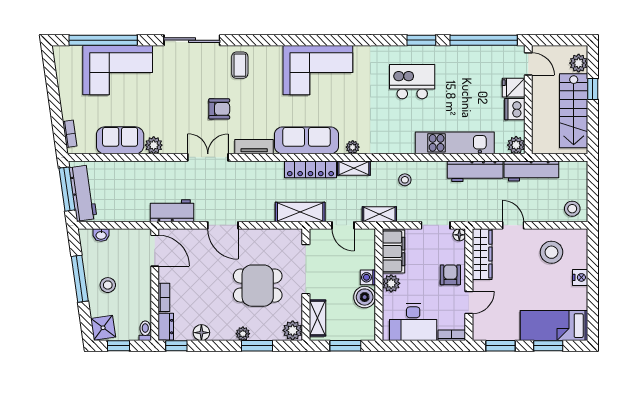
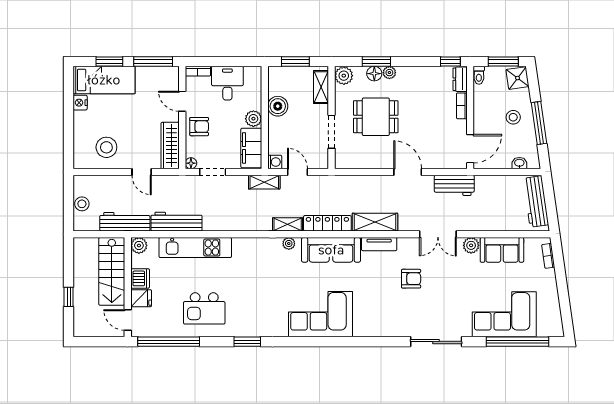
window: (421, 40) -> (247, 342), moved
plant: (579, 63) -> (82, 321), removed
coffee table: (240, 65) -> (392, 319), removed
kitchen island: (412, 82) -> (204, 308), moved
armchair: (219, 109) -> (411, 279), turned 180
stairs: (574, 111) -> (112, 271), moved, turned 180
double door: (208, 157) -> (438, 234), moved
stool: (405, 180) -> (241, 214), removed
window: (67, 189) -> (551, 205), removed
stool: (572, 209) -> (82, 204), moved
shelving: (300, 212) -> (375, 222), moved
door: (155, 251) -> (470, 149), swing flipped
doorway: (306, 269) -> (332, 132), width x0.73
armchair: (450, 275) -> (199, 127), turned -90
washing machine: (368, 277) -> (275, 162), moved
nightstand: (580, 277) -> (80, 103), moved
door: (469, 303) -> (182, 101), hinge flipped
desk: (413, 322) -> (227, 83), width x0.73
floor lamp: (201, 333) -> (374, 74), moved
window: (119, 346) -> (503, 61), width x1.50
window: (501, 346) -> (153, 61), width x1.44

